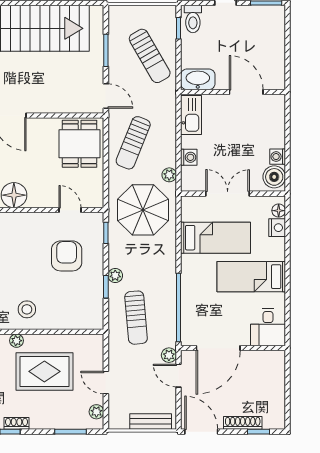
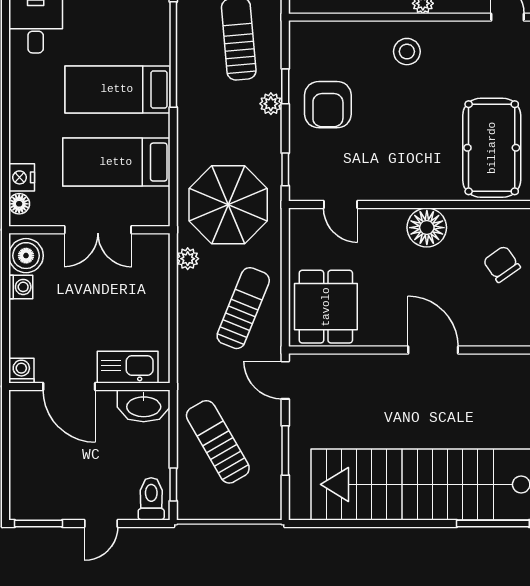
kitchen sink: (191, 115) -> (128, 367), moved, turned 90
washing machine: (189, 157) -> (21, 371), moved, turned 90
armchair: (67, 256) -> (328, 105), moved
bed: (251, 277) -> (117, 89), moved, turned 180

